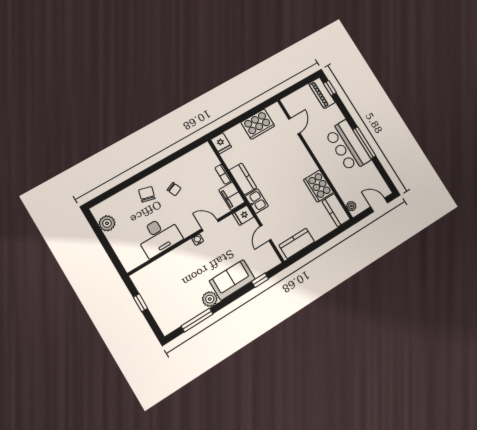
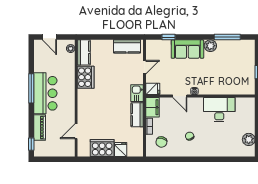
piano: (322, 93) -> (40, 128), moved
fridge: (221, 143) -> (121, 149), moved
chair: (147, 194) -> (161, 142), moved

